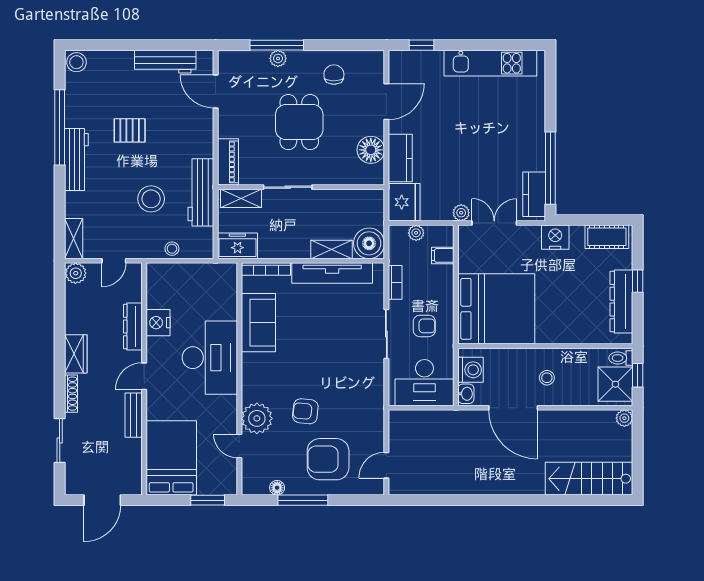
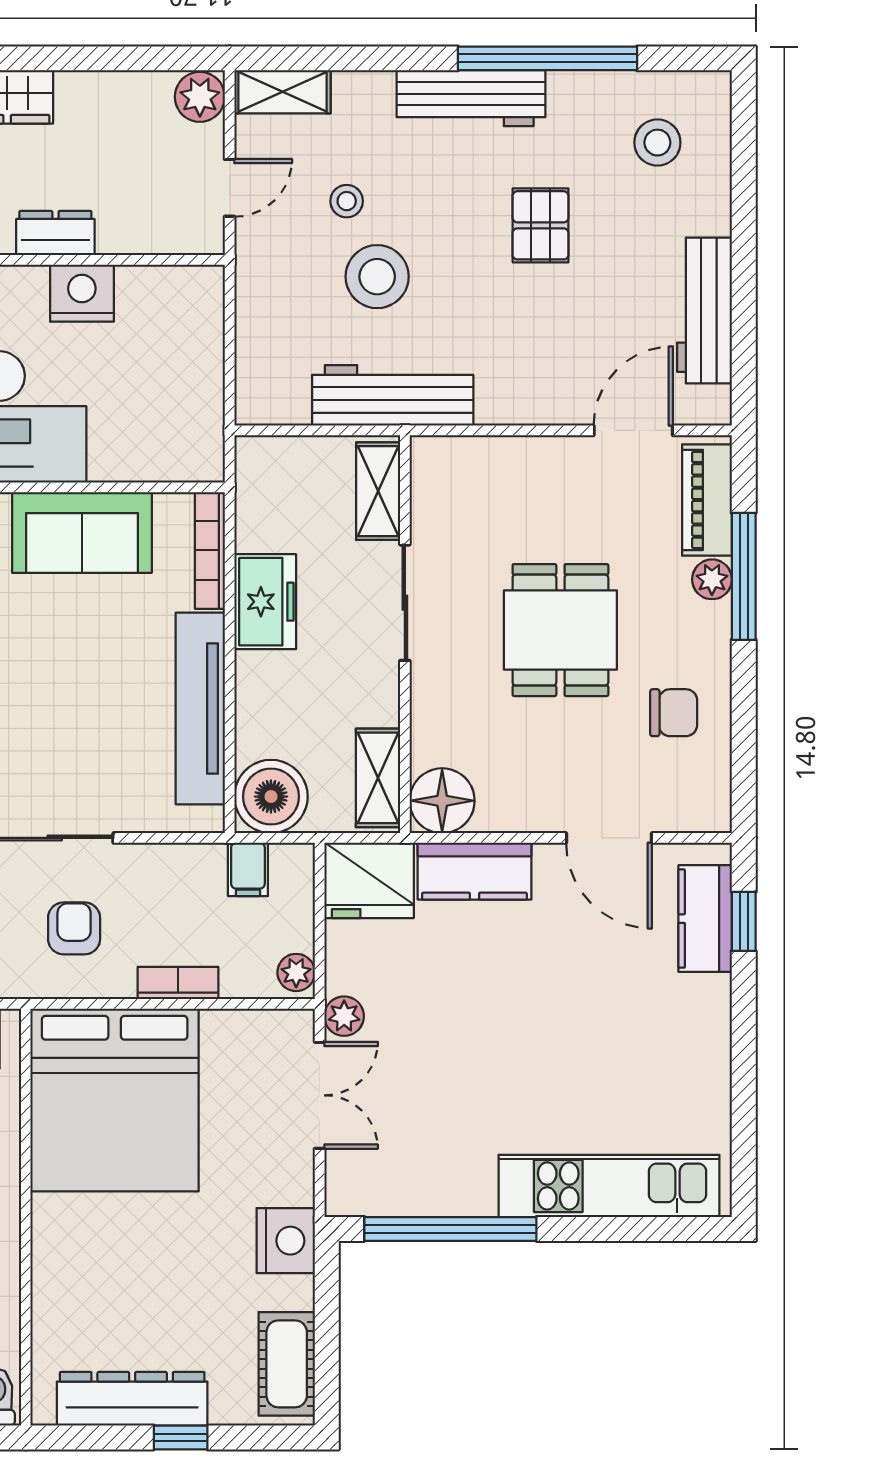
stool: (76, 62) -> (657, 143), moved
kitchen unit: (490, 63) -> (609, 1186), moved, turned 90
dining table: (299, 122) -> (560, 630), turned 90
floor lamp: (371, 150) -> (442, 801), moved
piano: (228, 162) -> (707, 500), moved, turned 90
kitchen counter: (534, 194) -> (705, 919), moved, turned -90
plant: (416, 233) -> (296, 972), moved
freezer: (237, 246) -> (265, 602), moved
stool: (172, 249) -> (347, 201), moved
shelving: (331, 249) -> (378, 778), moved
filing cabinet: (443, 255) -> (248, 869), moved, turned 180
door: (114, 261) -> (230, 188), swing flipped
bookcase: (395, 282) -> (178, 983), moved, turned 180
armchair: (424, 326) -> (74, 928), turned 180
dresser: (133, 327) -> (55, 233), width x0.70

